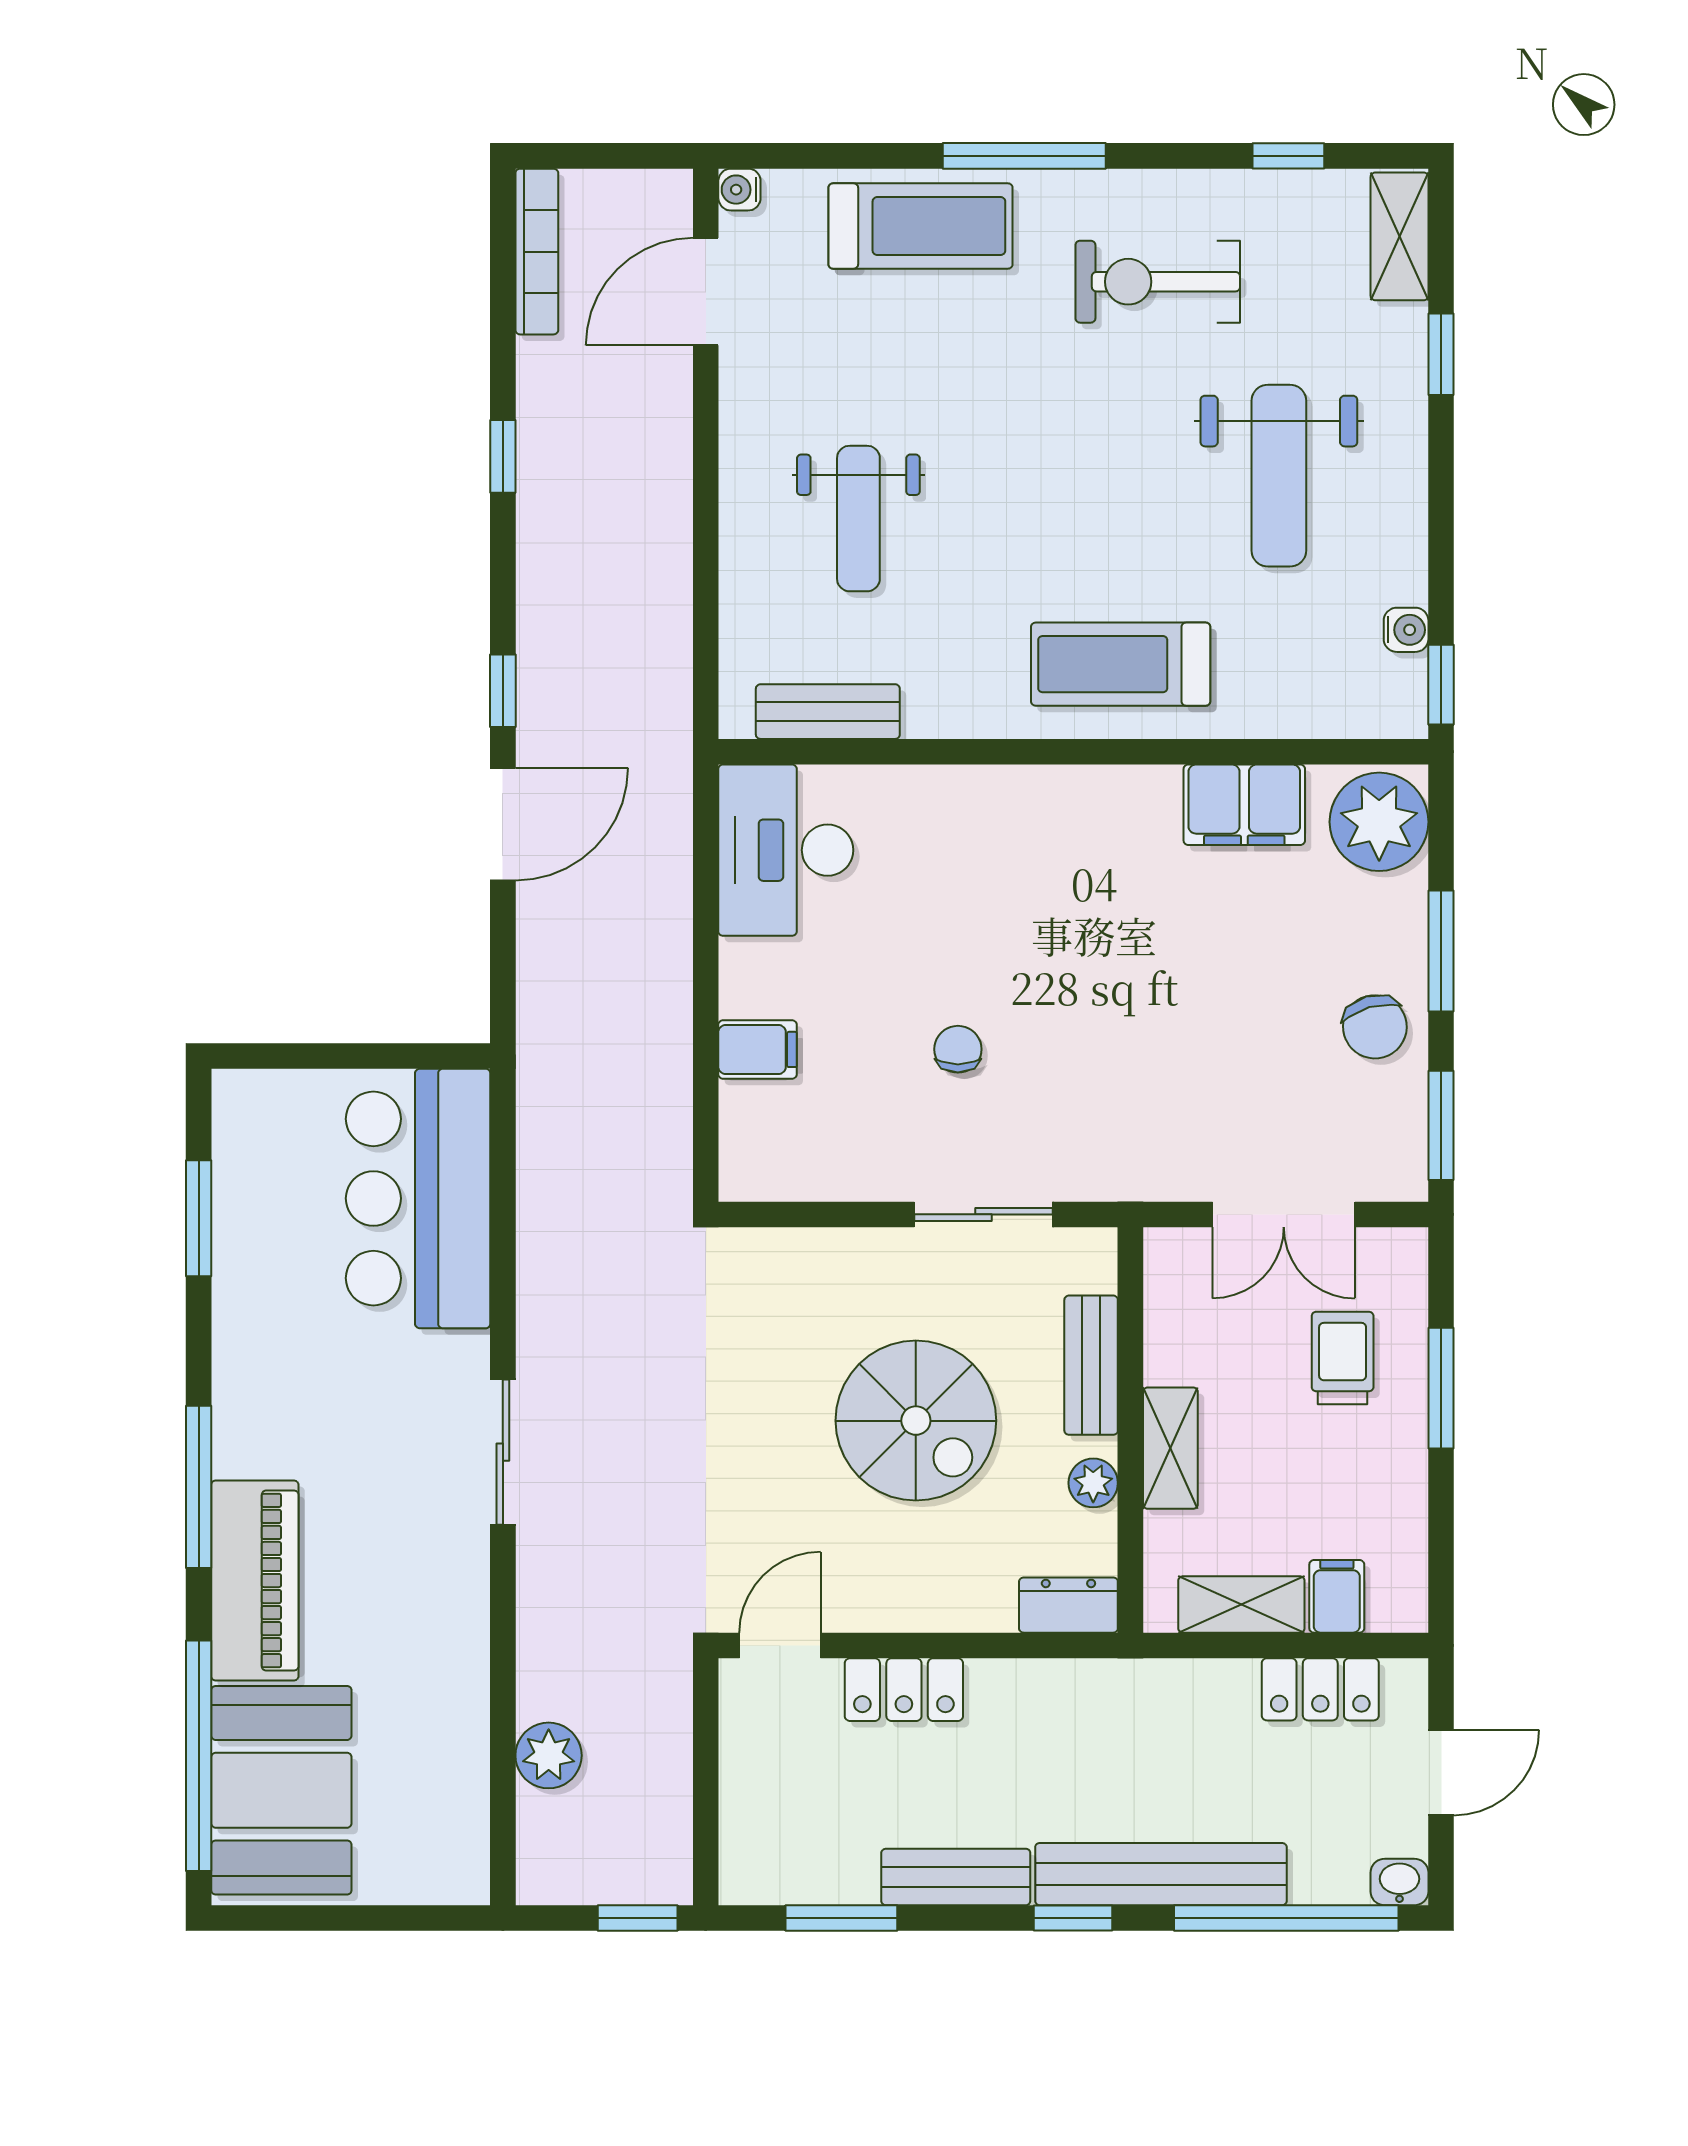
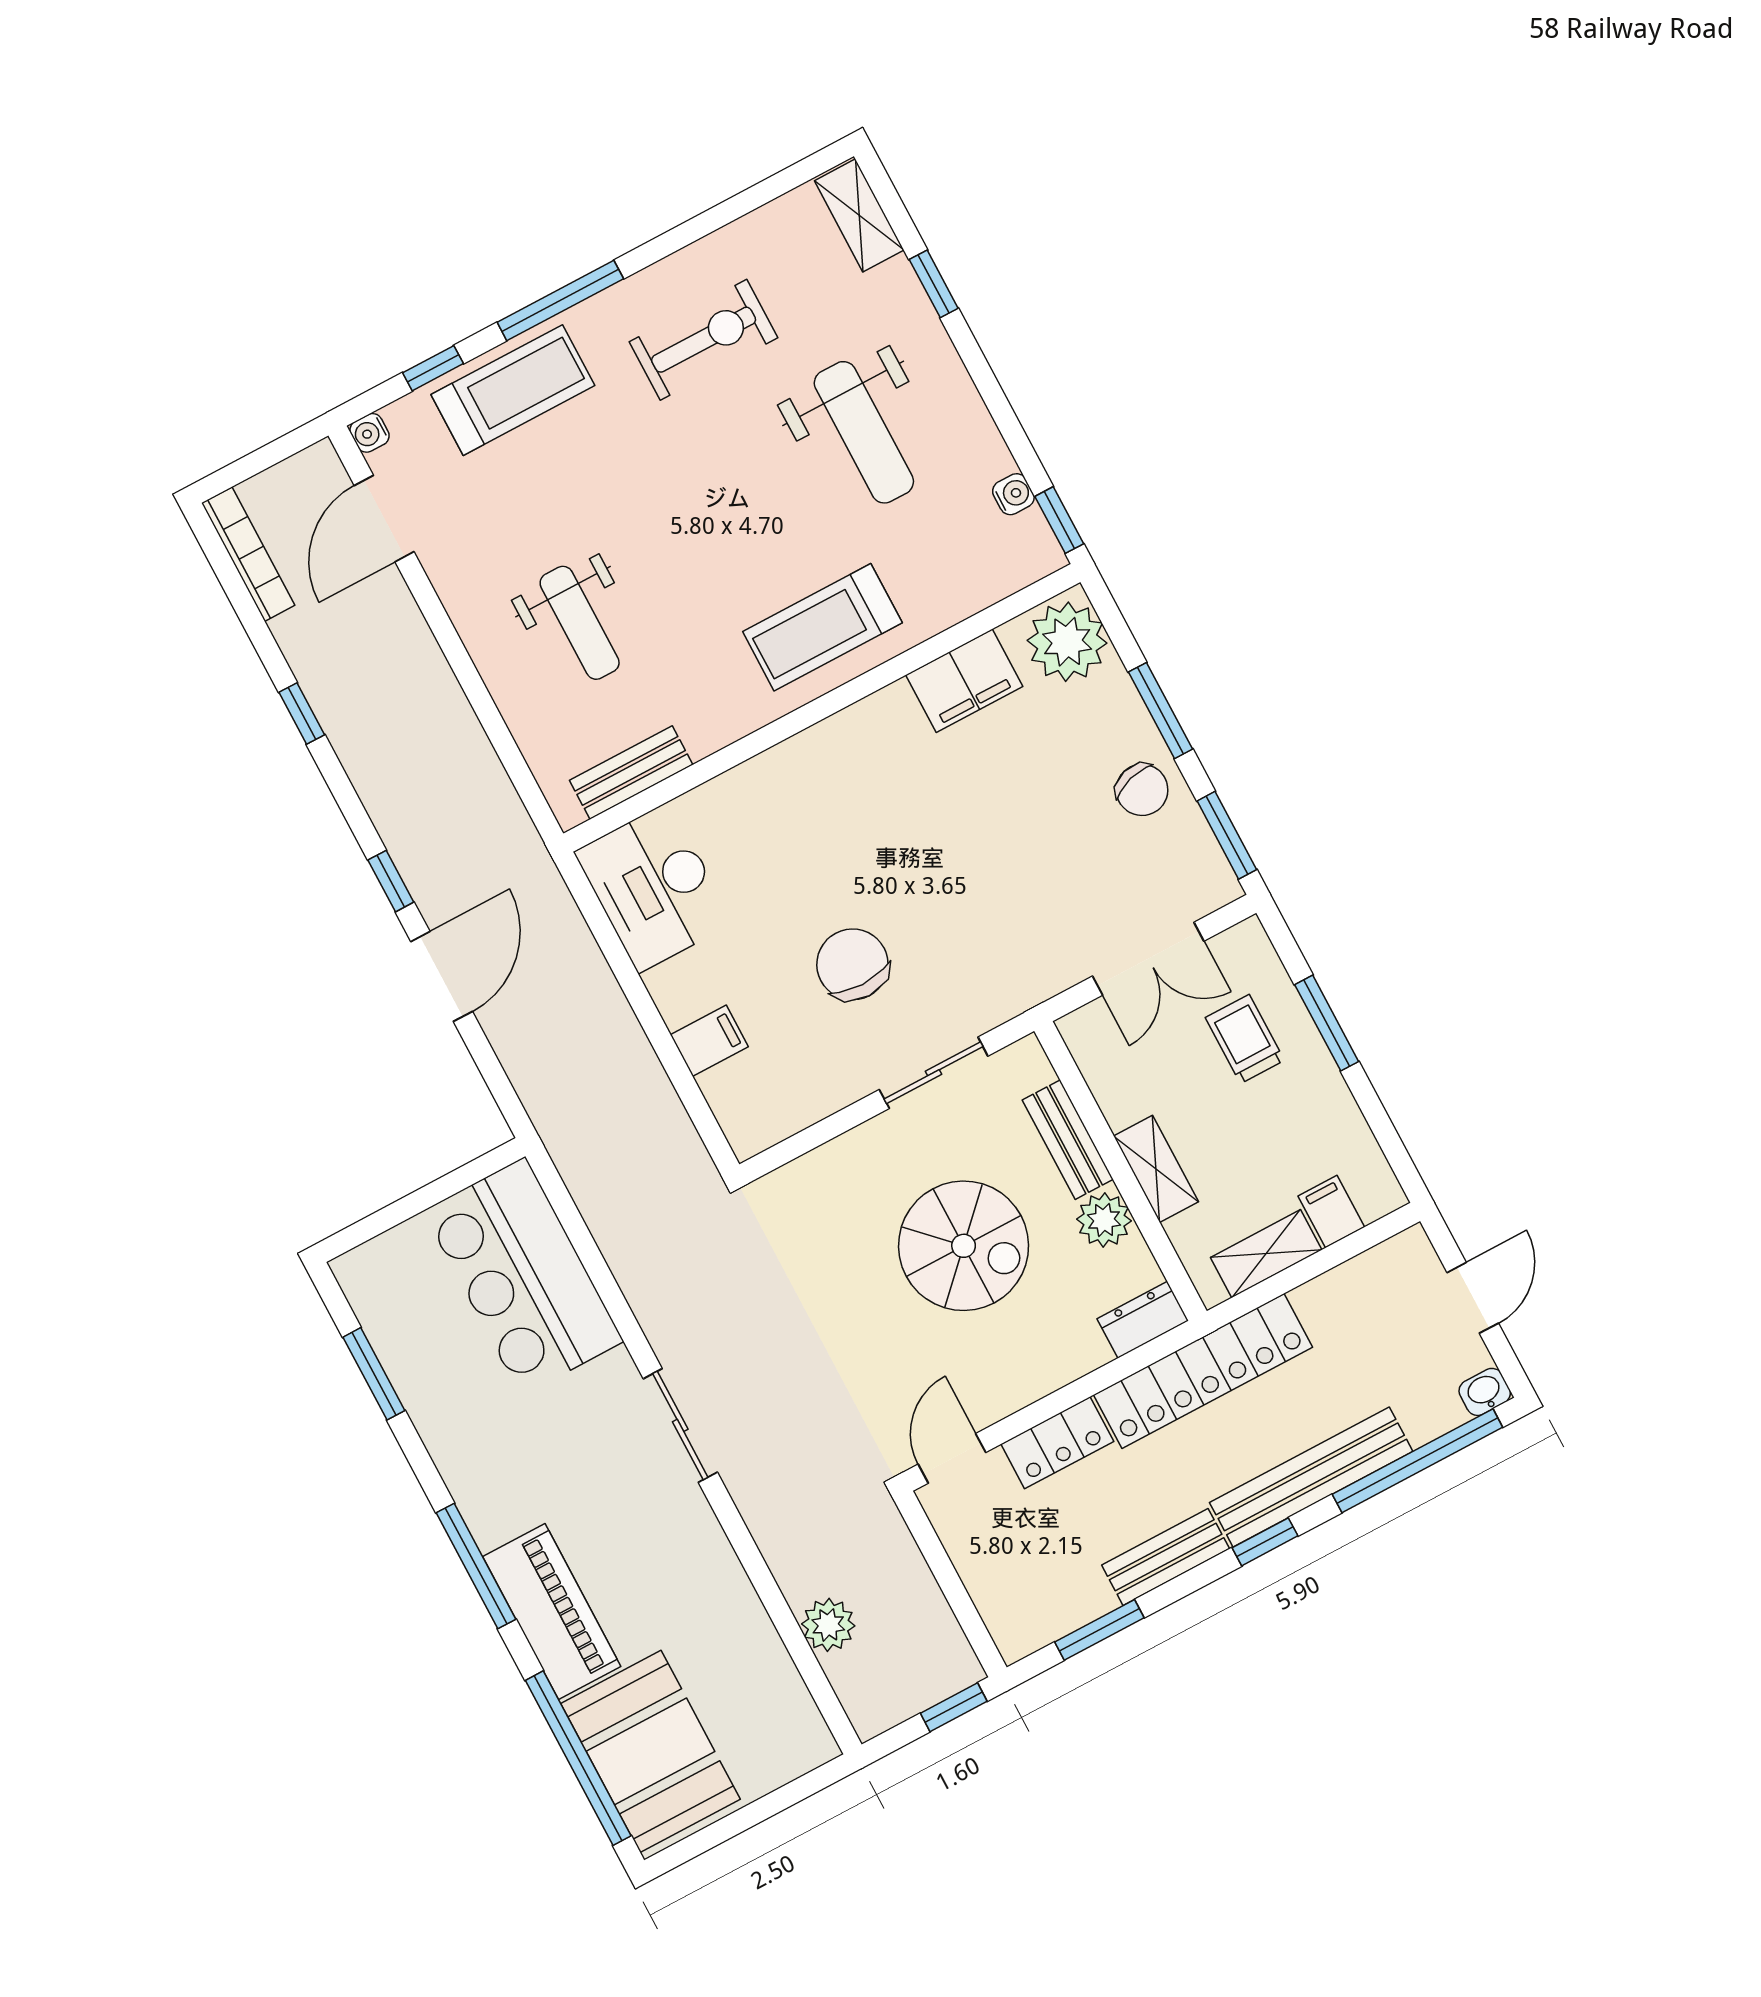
window: (1288, 156) -> (433, 368), moved
exercise bike: (1158, 282) -> (704, 340), turned 180
chair: (958, 1049) -> (852, 964), width x1.87, depth x1.87
plant: (1093, 1483) -> (1104, 1220), width x1.38, depth x1.38
locker: (1320, 1689) -> (1203, 1371), moved, width x2.16, depth x1.21

